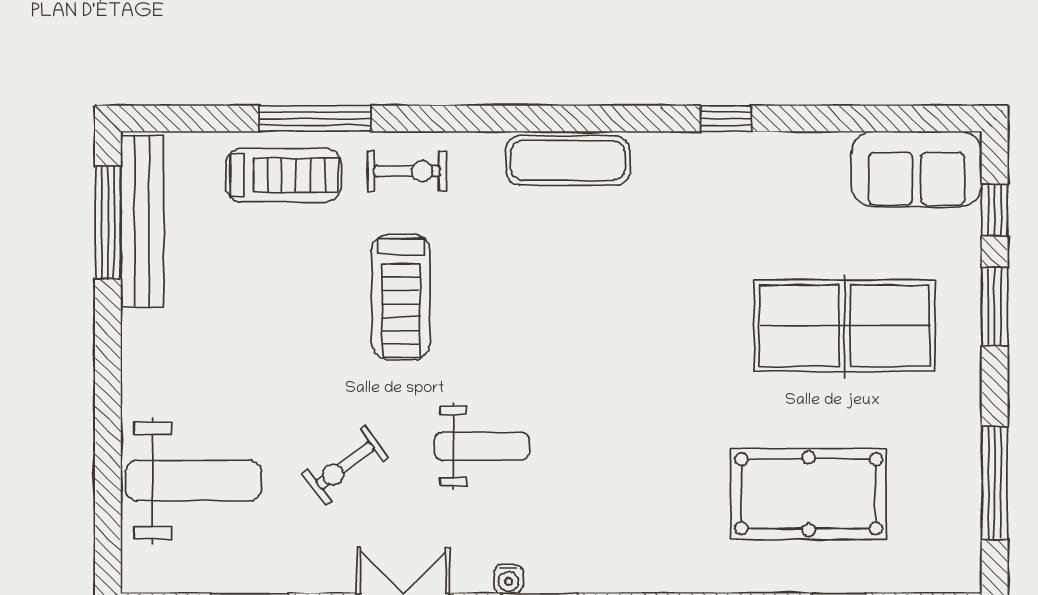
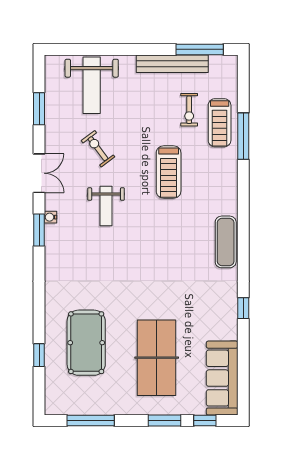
sofa: (917, 169) -> (222, 378), width x1.36
exercise bike: (407, 171) -> (189, 110), moved
bench: (142, 221) -> (172, 64), moved
treadmill: (401, 297) -> (169, 172), turned -90

